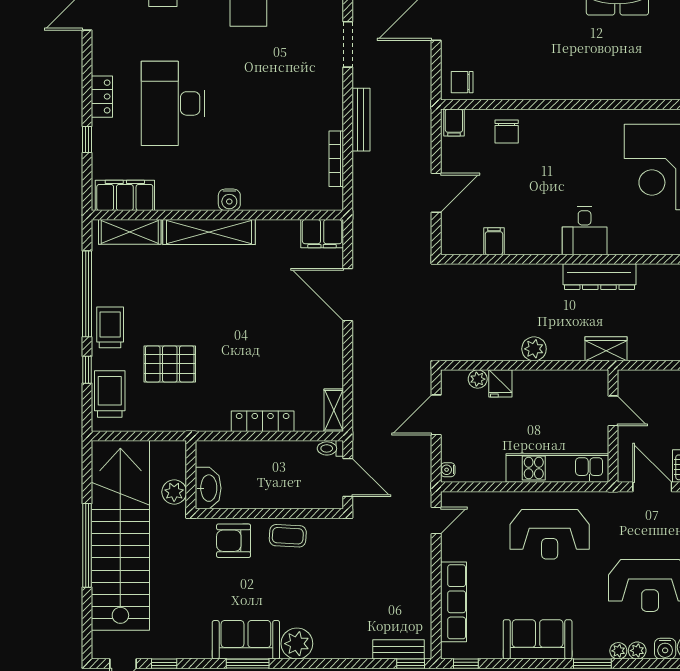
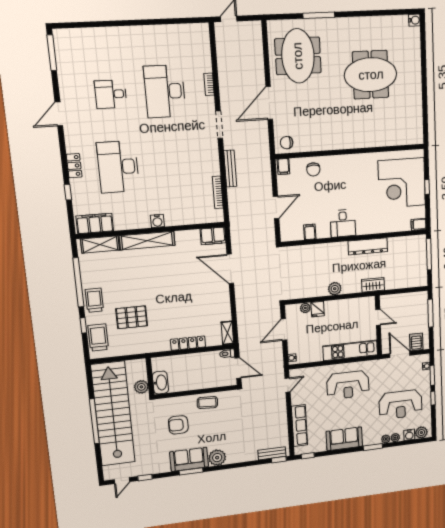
desk: (585, 231) -> (343, 223), moved
armchair: (234, 541) -> (178, 425), moved

